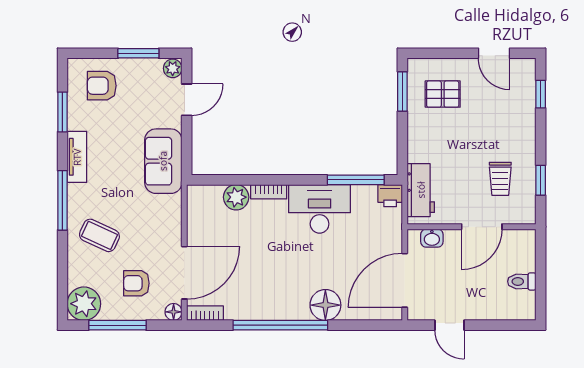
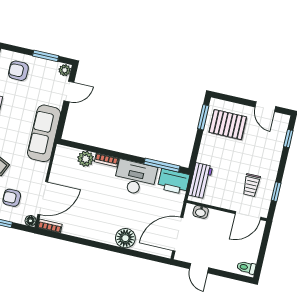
pallet: (443, 94) -> (228, 125), width x1.50, depth x1.42
sofa: (163, 161) -> (44, 133), width x1.36
printer: (390, 196) -> (174, 182), width x1.87, depth x1.48
door: (482, 227) -> (248, 215), moved
toilet: (522, 281) -> (246, 267), moved
window: (280, 325) -> (95, 244), removed

